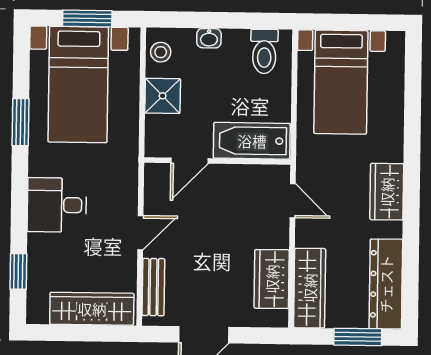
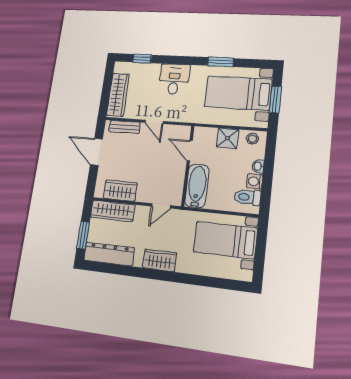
washing machine: (236, 42) -> (255, 181), added

